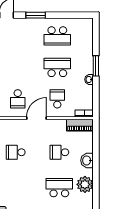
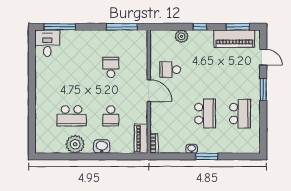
school desk: (57, 36) -> (240, 114), turned 180
school desk: (57, 99) -> (170, 114), removed
school desk: (59, 152) -> (111, 116), turned 180
school desk: (59, 188) -> (72, 116), turned 90

